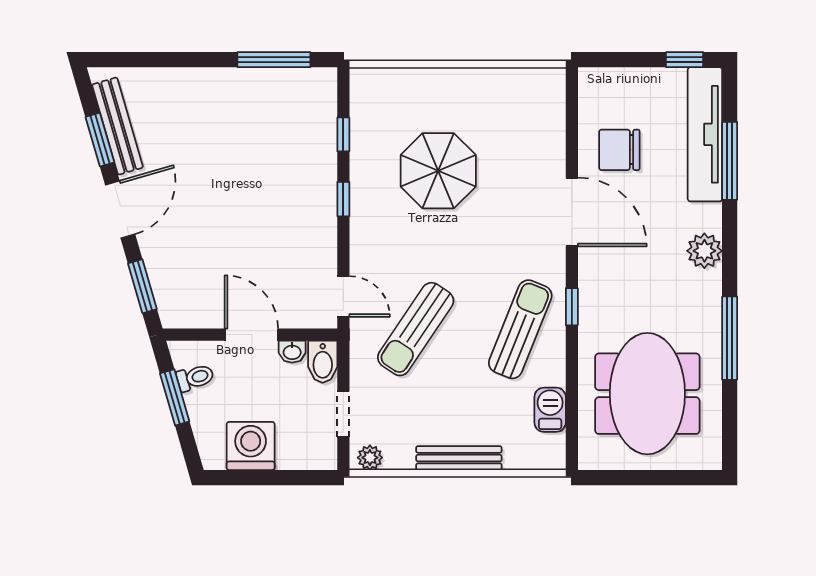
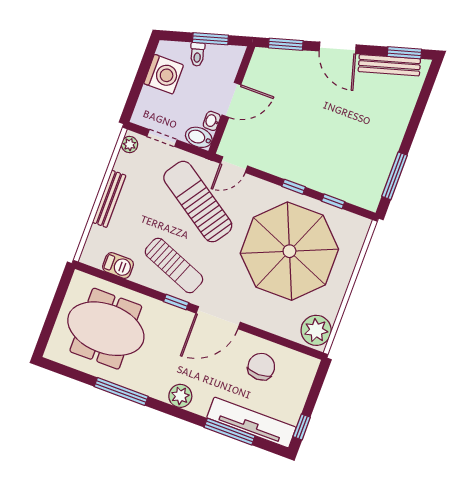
plant: (538, 90) -> (316, 330), added
window: (100, 140) -> (404, 53), moved
parasol: (438, 171) -> (289, 251), width x1.86, depth x1.86
door: (572, 212) -> (218, 318), moved
sun lounger: (416, 329) -> (198, 202), width x1.36, depth x1.34
toilet: (195, 378) -> (197, 54), moved

